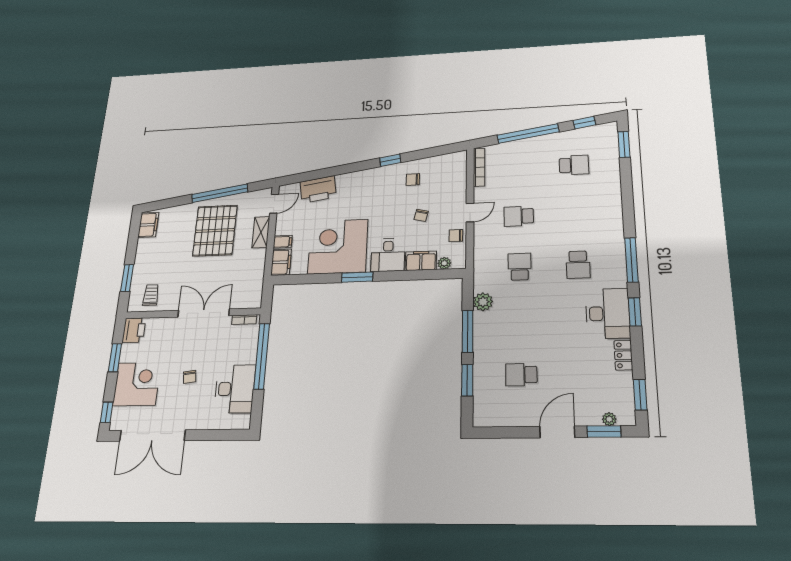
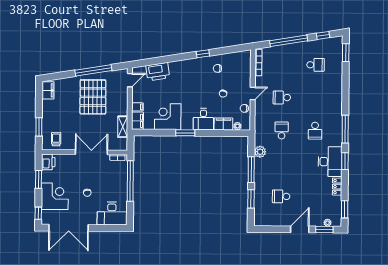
shelving: (261, 232) -> (123, 127), moved
corner desk: (338, 247) -> (168, 117), width x0.74, depth x0.74
desk: (235, 389) -> (112, 214), moved, turned 90

